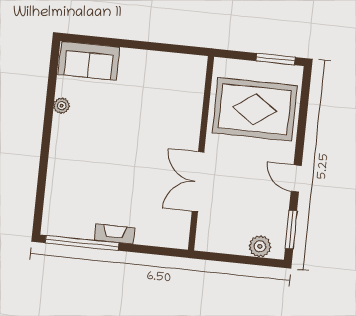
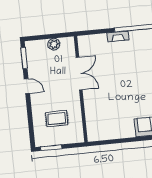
rug: (255, 109) -> (57, 119), width x0.54, depth x0.49
plant: (260, 246) -> (54, 44), moved

